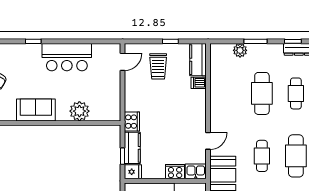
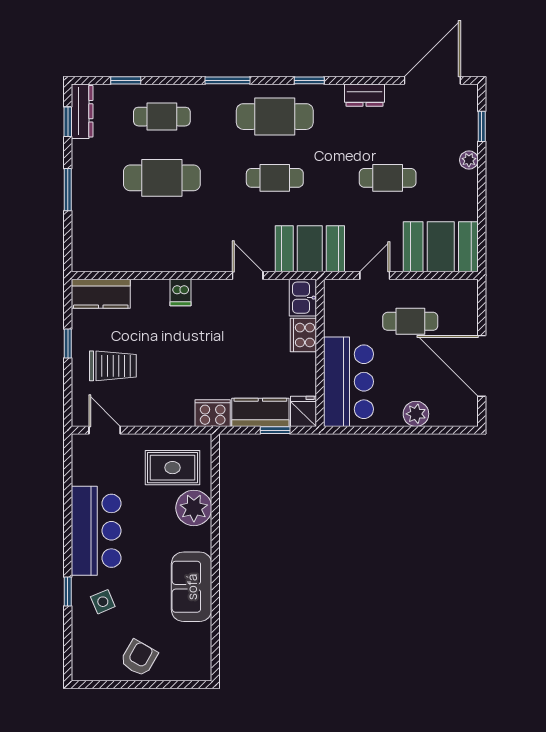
plant: (240, 50) -> (84, 218), removed
side table: (28, 61) -> (103, 602), added
dishwasher: (199, 83) -> (180, 292), moved
rug: (102, 99) -> (172, 468), added

